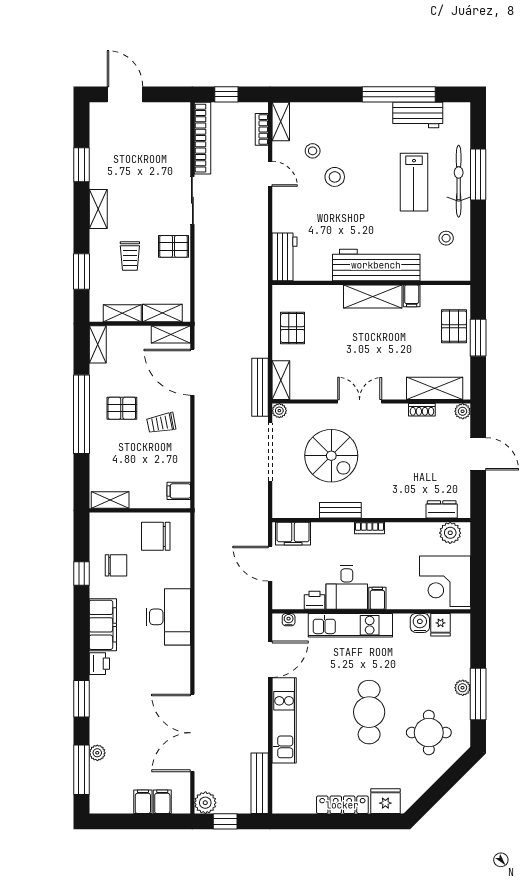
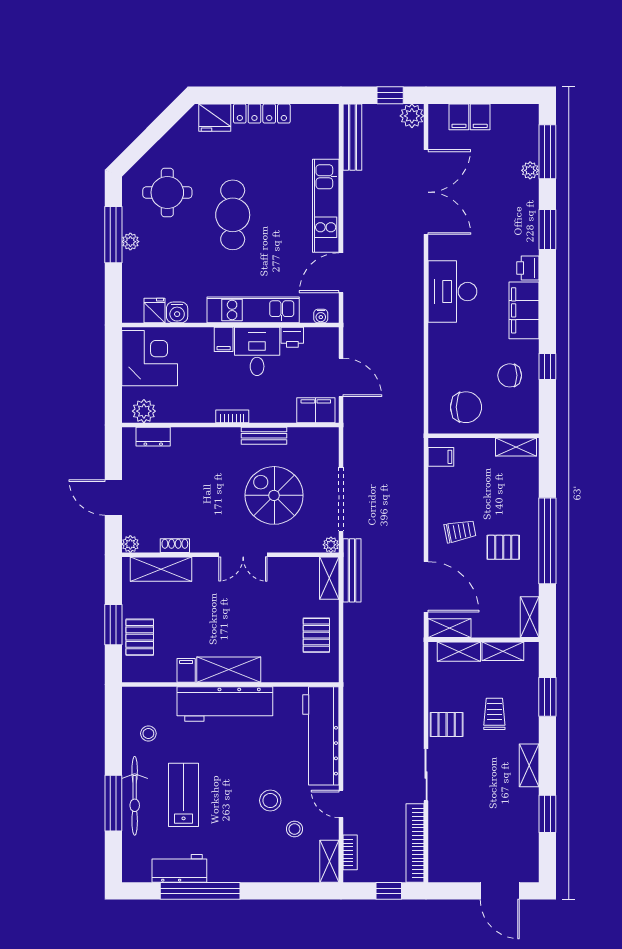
workbench: (284, 257) -> (321, 736), width x1.88, depth x1.32
desk: (168, 617) -> (452, 292), moved

